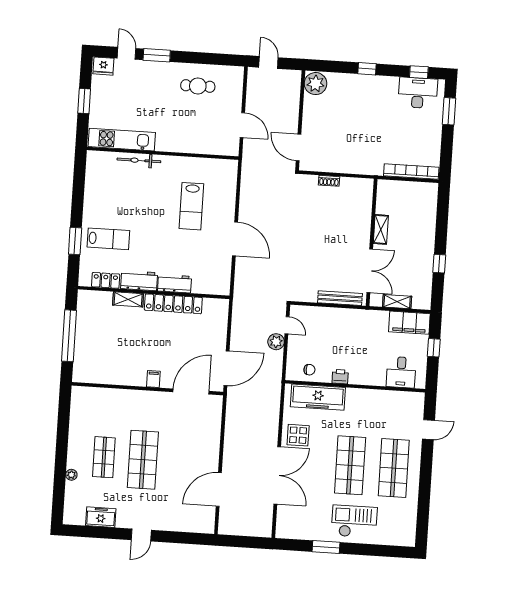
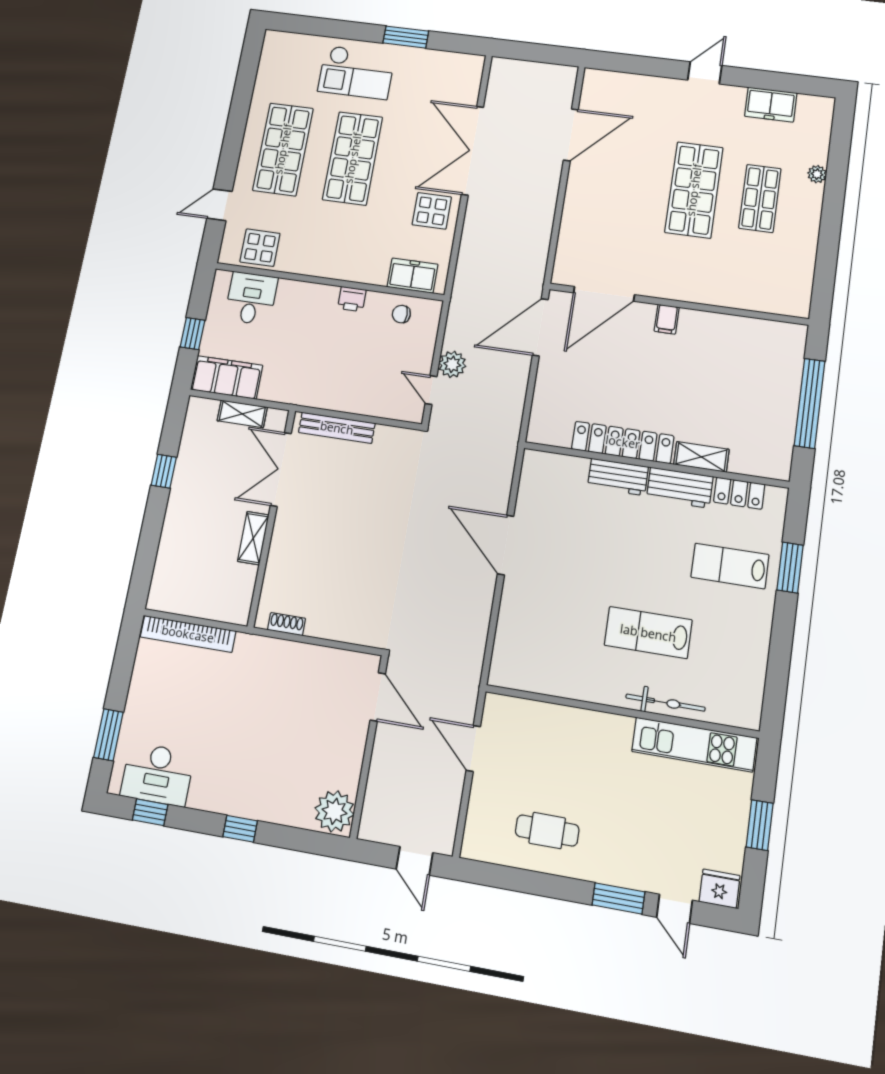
shoe rack: (329, 181) -> (286, 624), moved
lab bench: (191, 206) -> (648, 633), moved, turned -90
freezer: (318, 397) -> (412, 276), width x0.52, depth x0.79
display table: (400, 404) -> (260, 248), added

